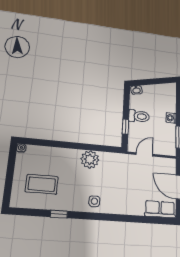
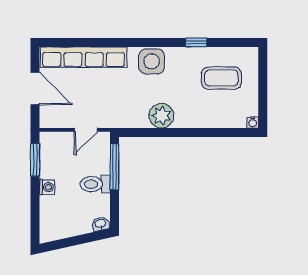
window: (125, 127) -> (114, 167), width x2.17
side table: (94, 201) -> (152, 61), width x1.87, depth x1.87
row of seats: (160, 209) -> (84, 57), width x2.02

